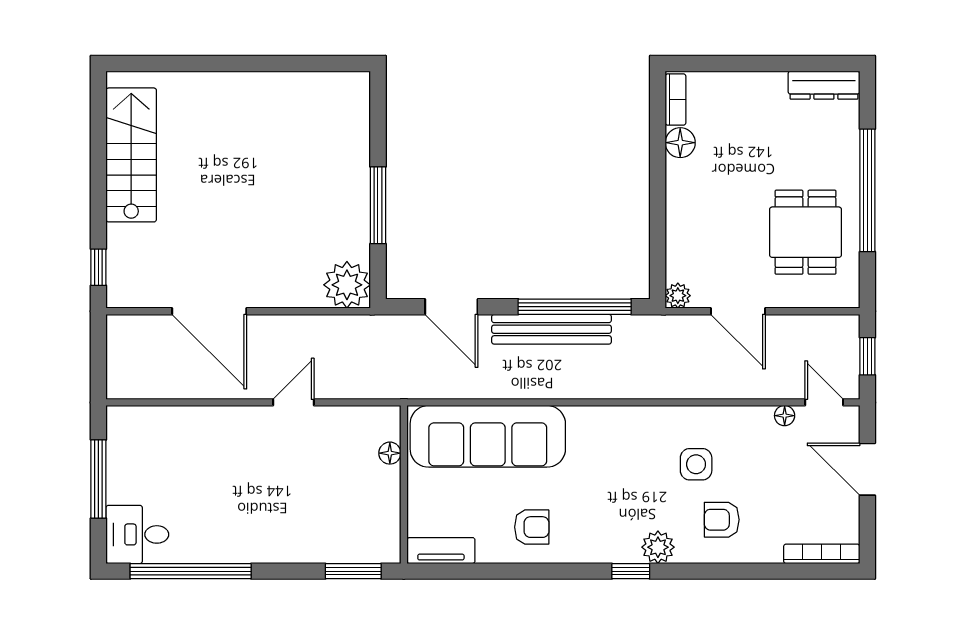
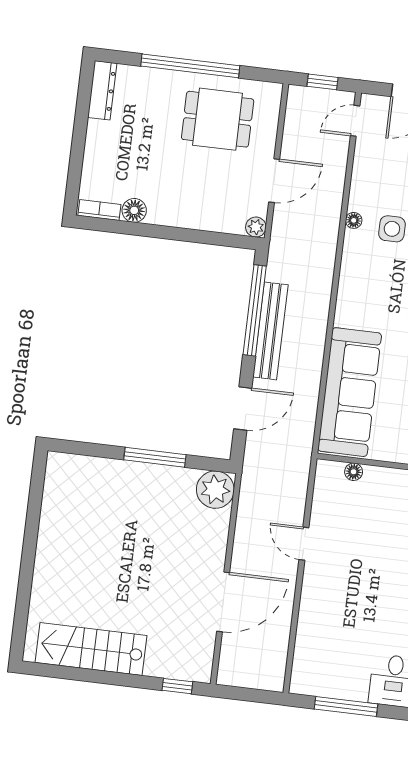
floor lamp: (785, 416) -> (354, 220), moved

